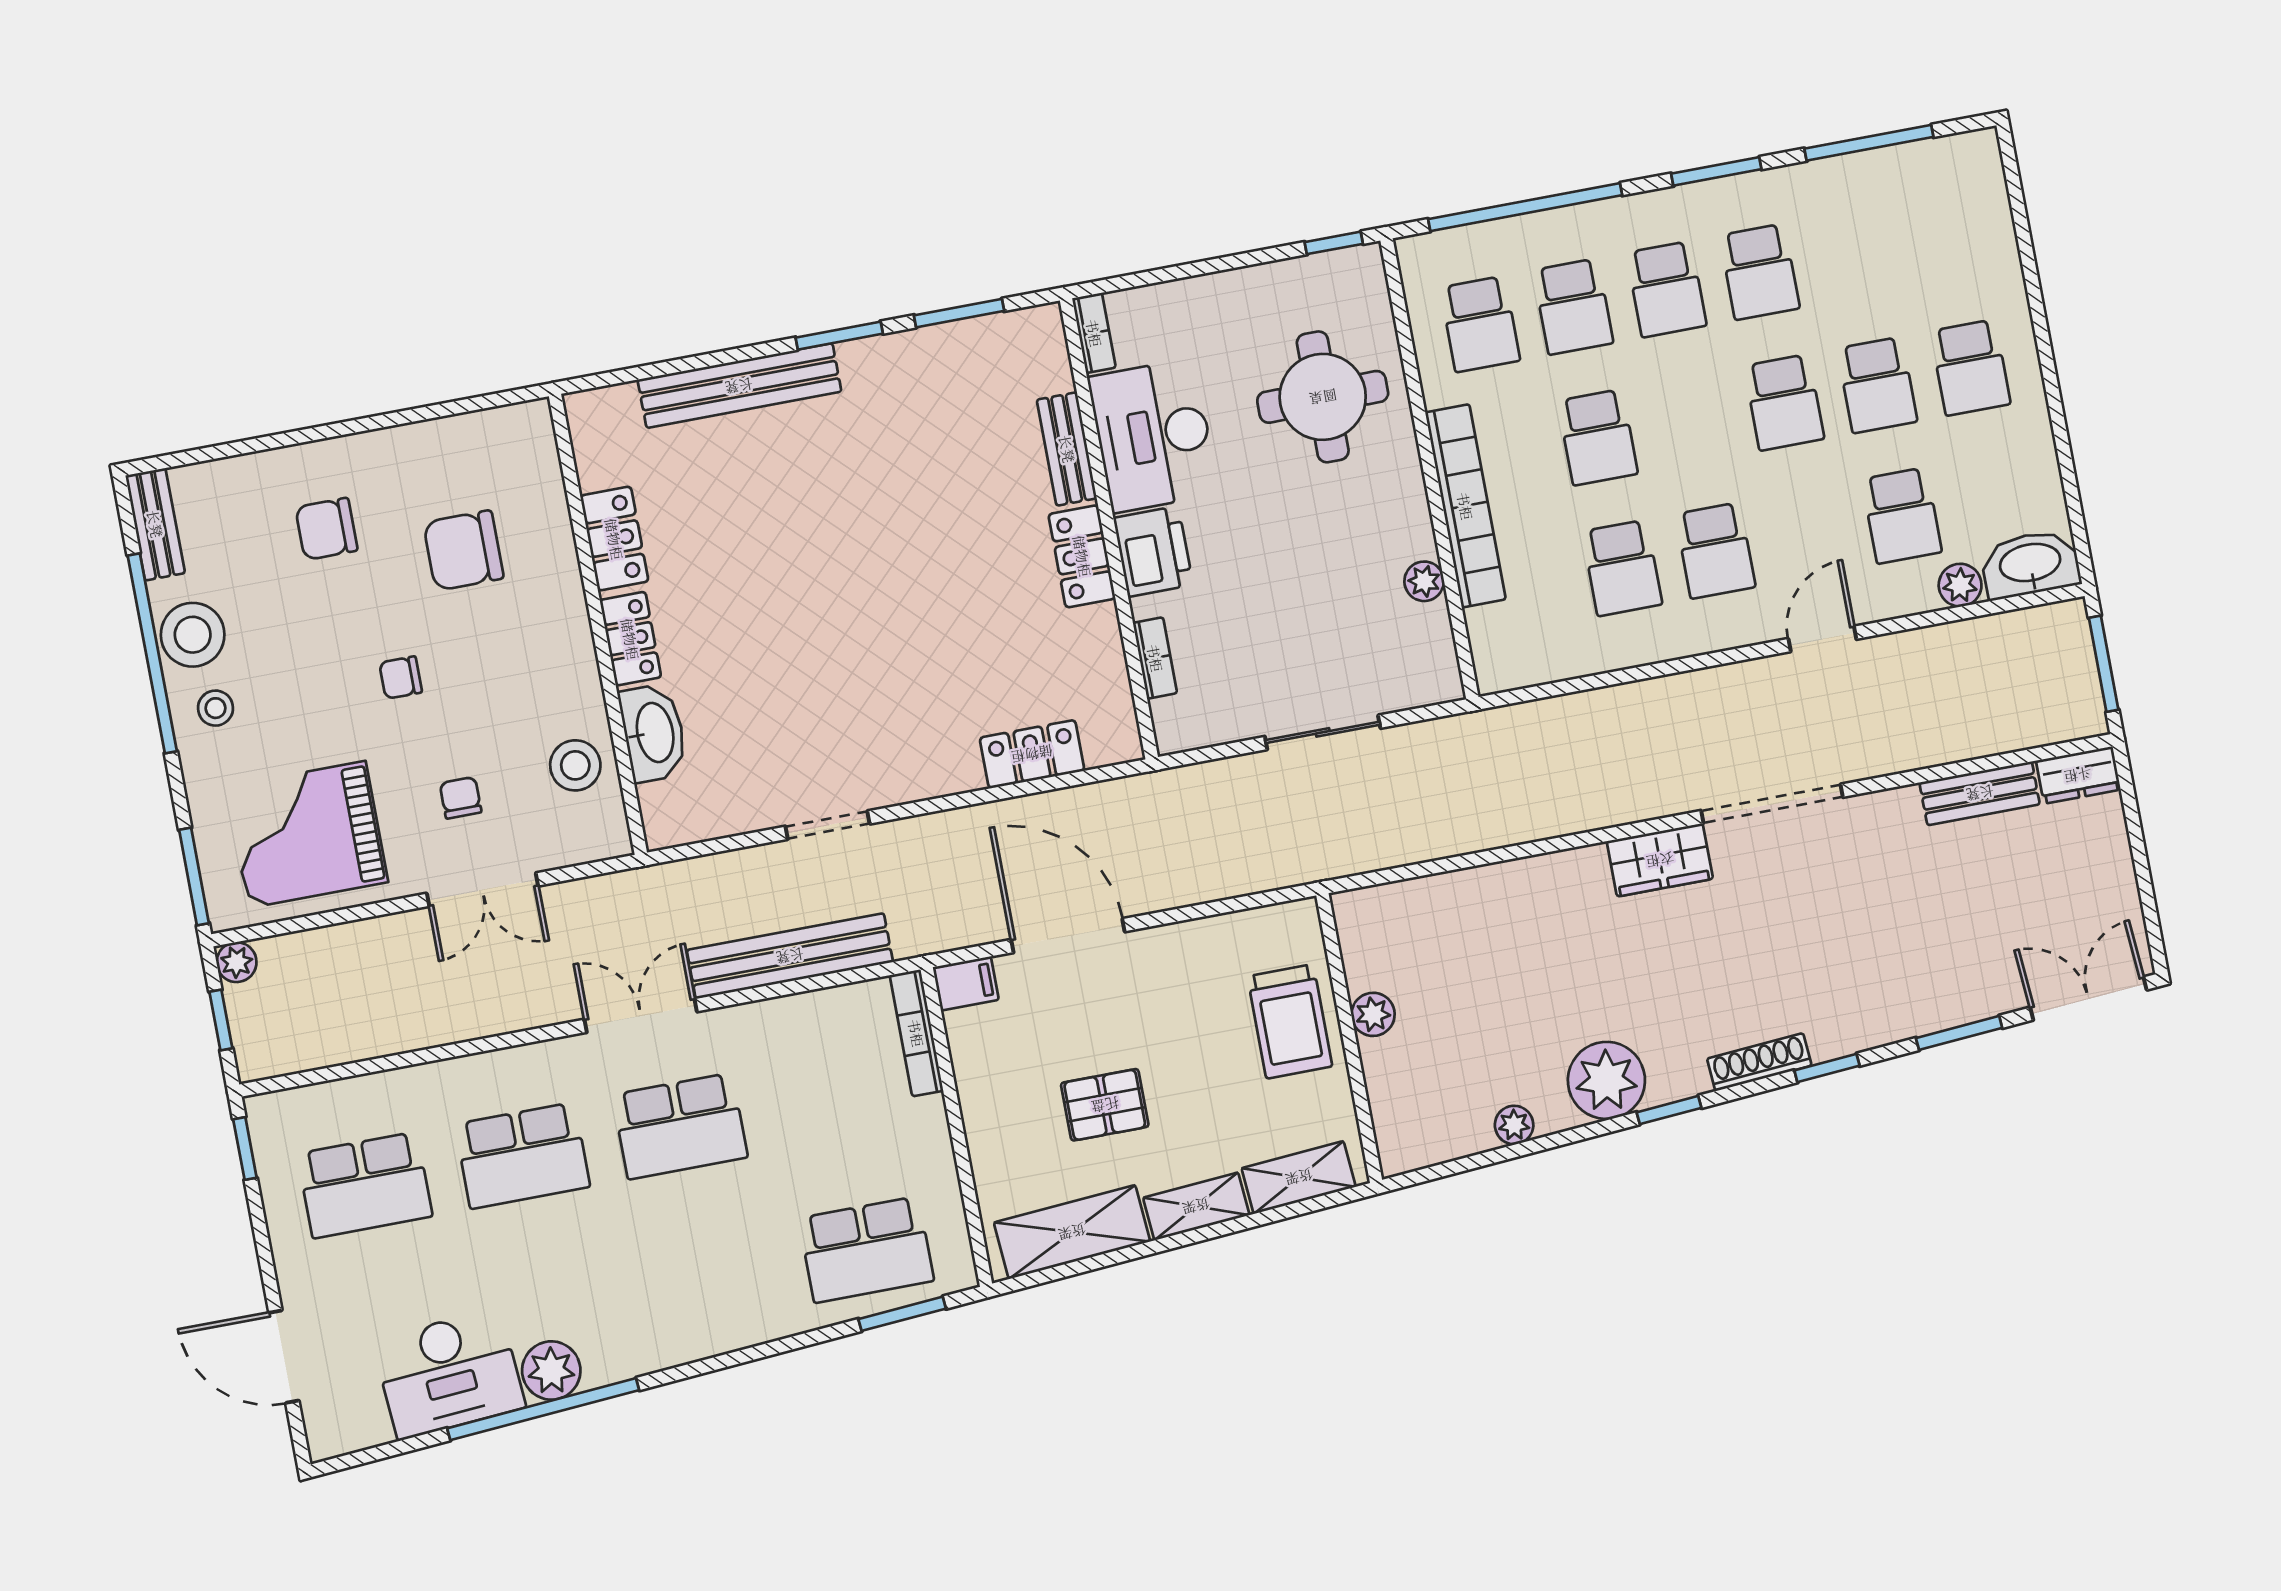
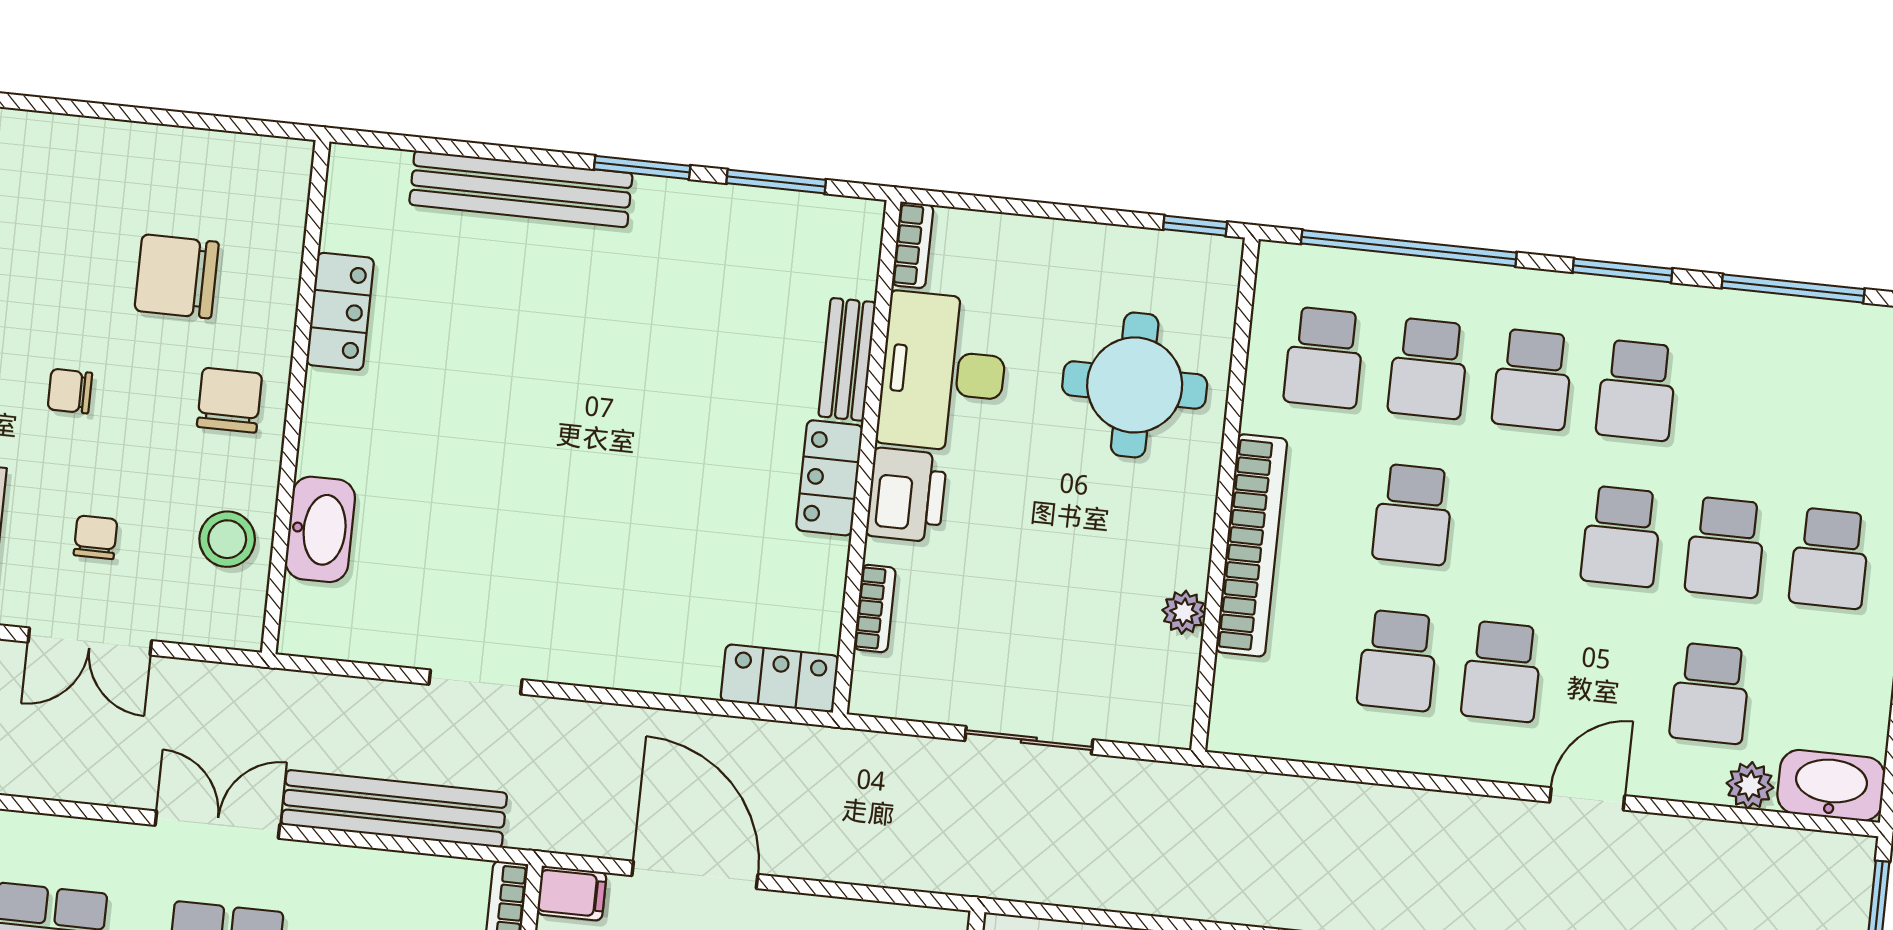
chair: (326, 529) -> (229, 400), moved, turned 90
locker: (630, 639) -> (326, 422), removed
locker: (1032, 754) -> (780, 678), moved

